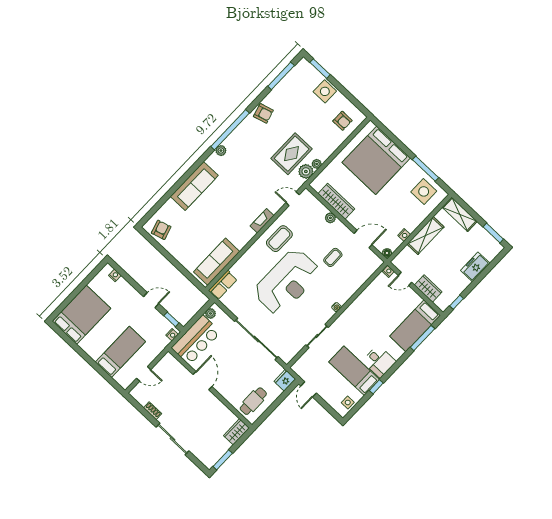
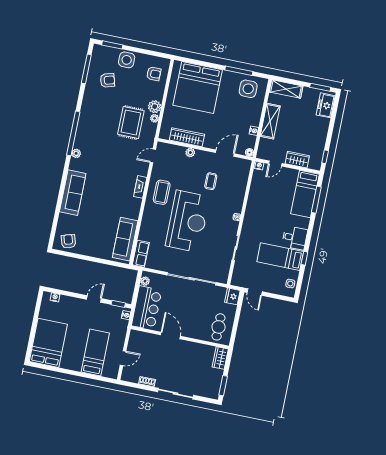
armchair: (263, 113) -> (107, 80), moved
plant: (306, 171) -> (155, 107), moved
freezer: (475, 267) -> (326, 105), moved

